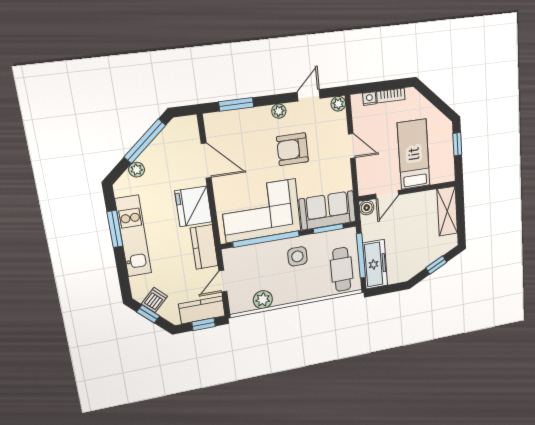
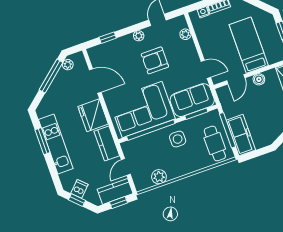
window: (236, 104) -> (108, 38), width x0.67
plant: (338, 104) -> (185, 34), moved
door: (352, 146) -> (206, 69), moved
plant: (137, 170) -> (68, 65), moved
boiler: (367, 208) -> (259, 79), moved

